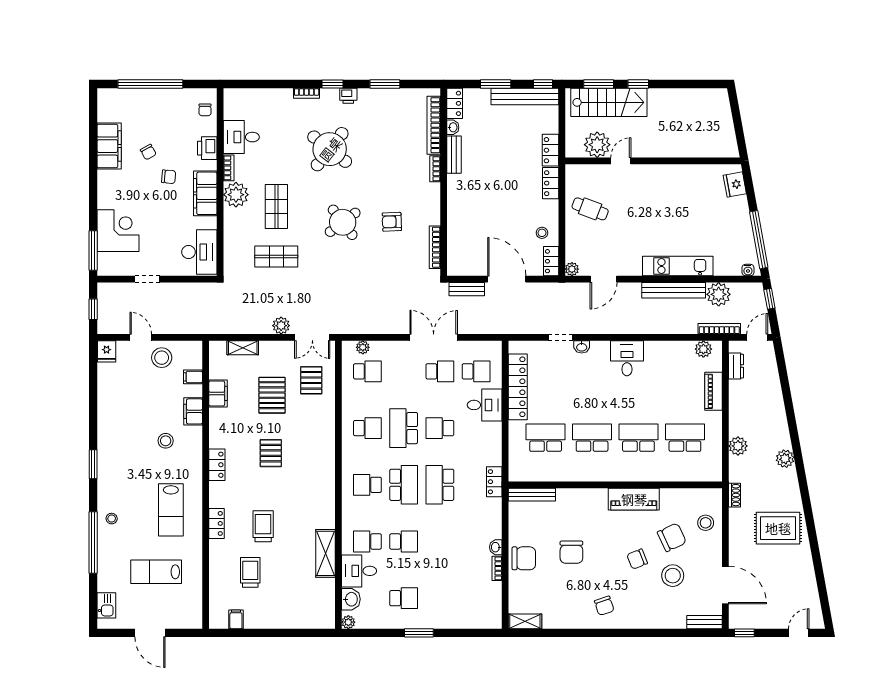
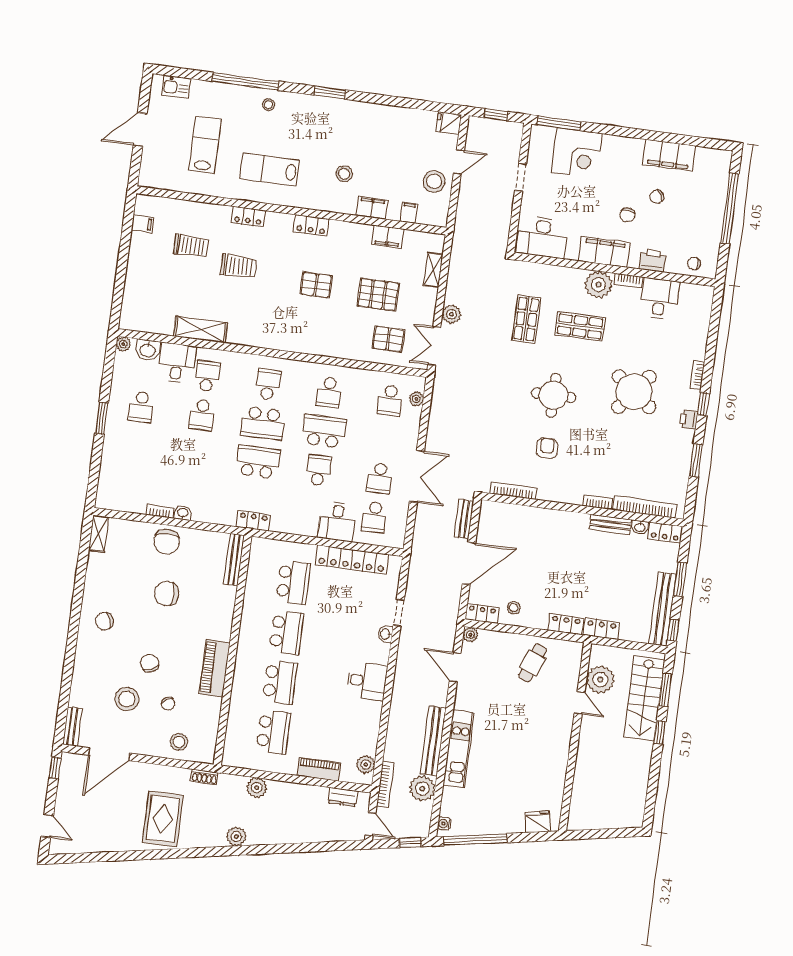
round table: (343, 222) -> (554, 395), turned 37
chair: (672, 537) -> (168, 704), width x0.54, depth x0.54

